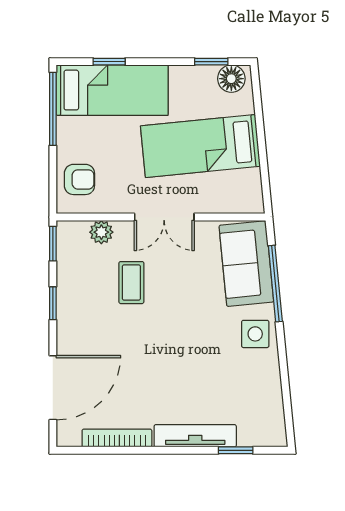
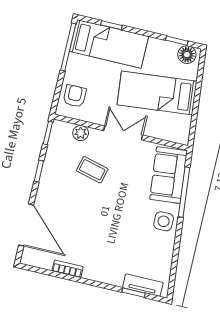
armchair: (79, 179) -> (75, 96), turned -90
double door: (164, 217) -> (123, 133), swing flipped
coffee table: (131, 283) -> (92, 170), turned -76
door: (53, 388) -> (26, 225), hinge flipped
tv unit: (195, 436) -> (143, 285), moved, width x0.71
bookcase: (117, 438) -> (68, 269), width x0.64

